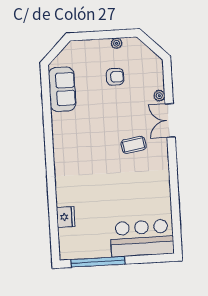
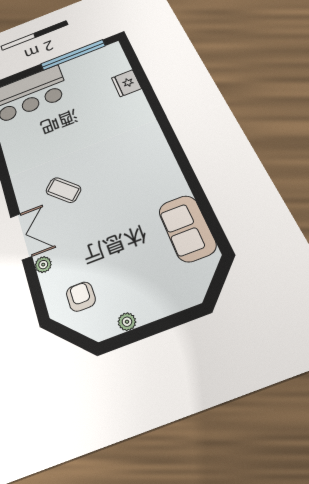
armchair: (115, 77) -> (81, 297), moved, turned 90
coffee table: (134, 145) -> (63, 190), turned 54

